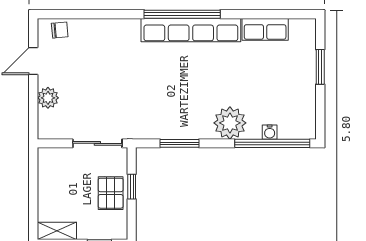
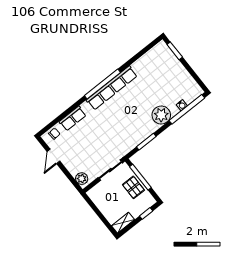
row of seats: (265, 29) -> (73, 118), moved
window: (320, 67) -> (175, 51), moved
plant: (48, 98) -> (82, 179), moved
window: (132, 187) -> (140, 177), width x2.17

